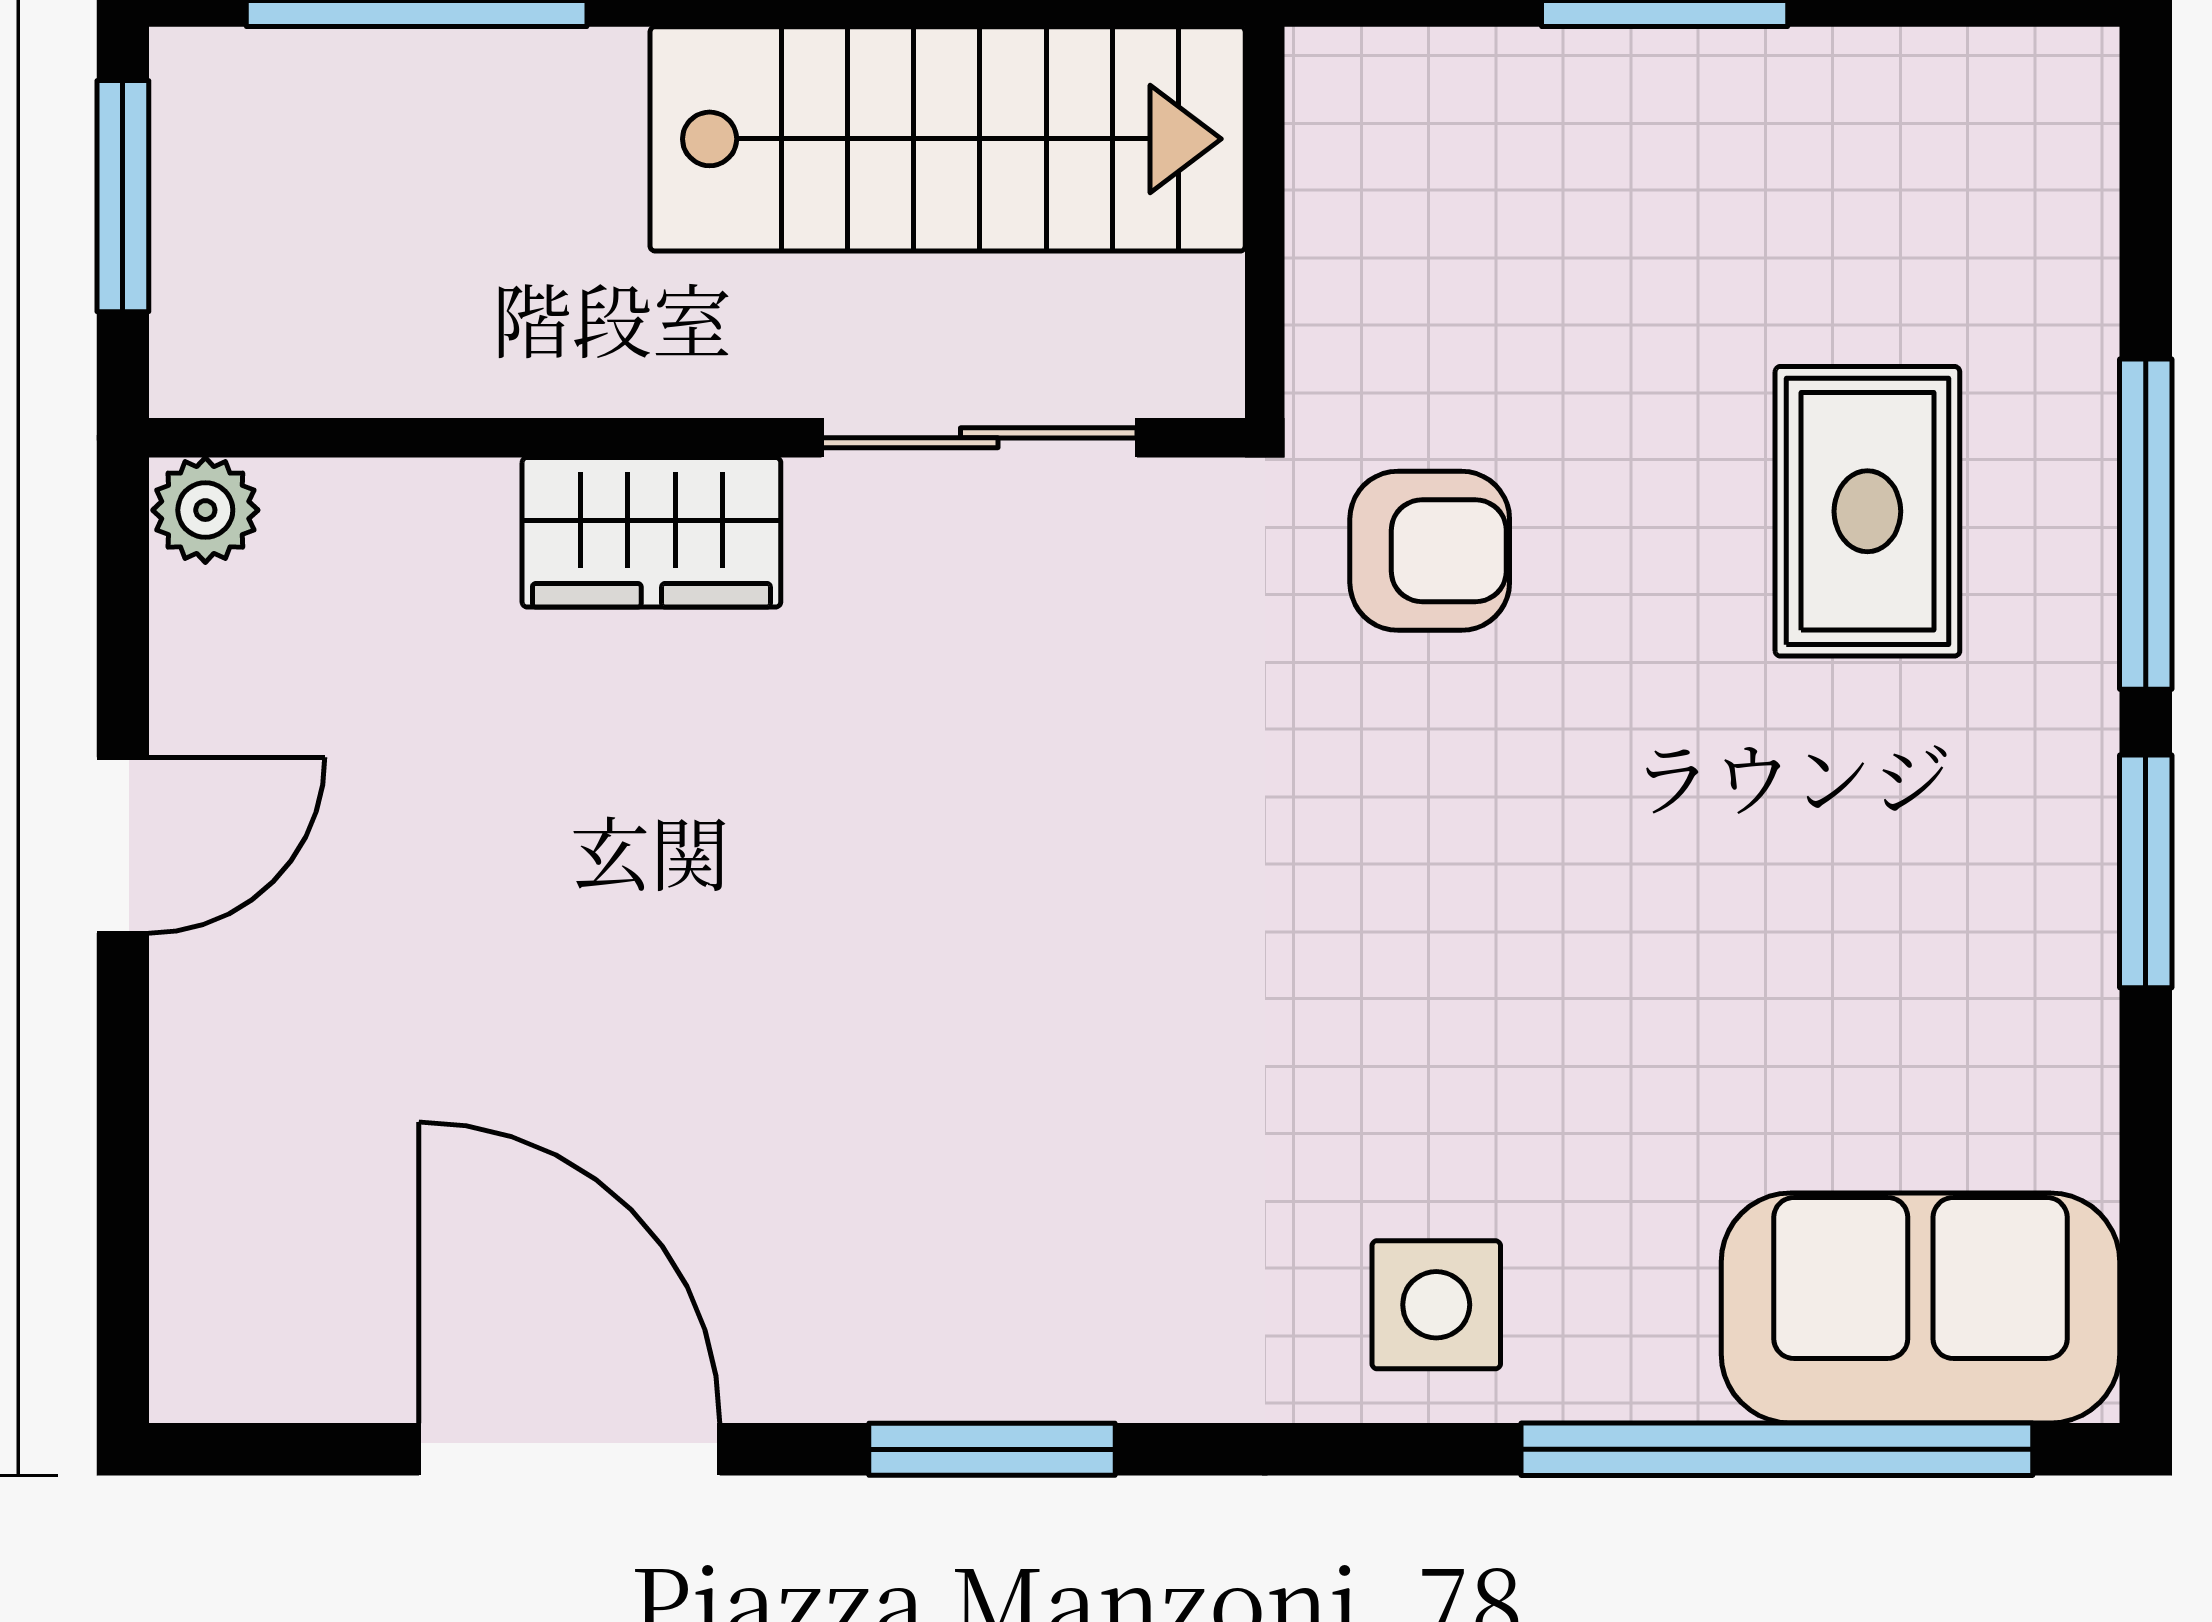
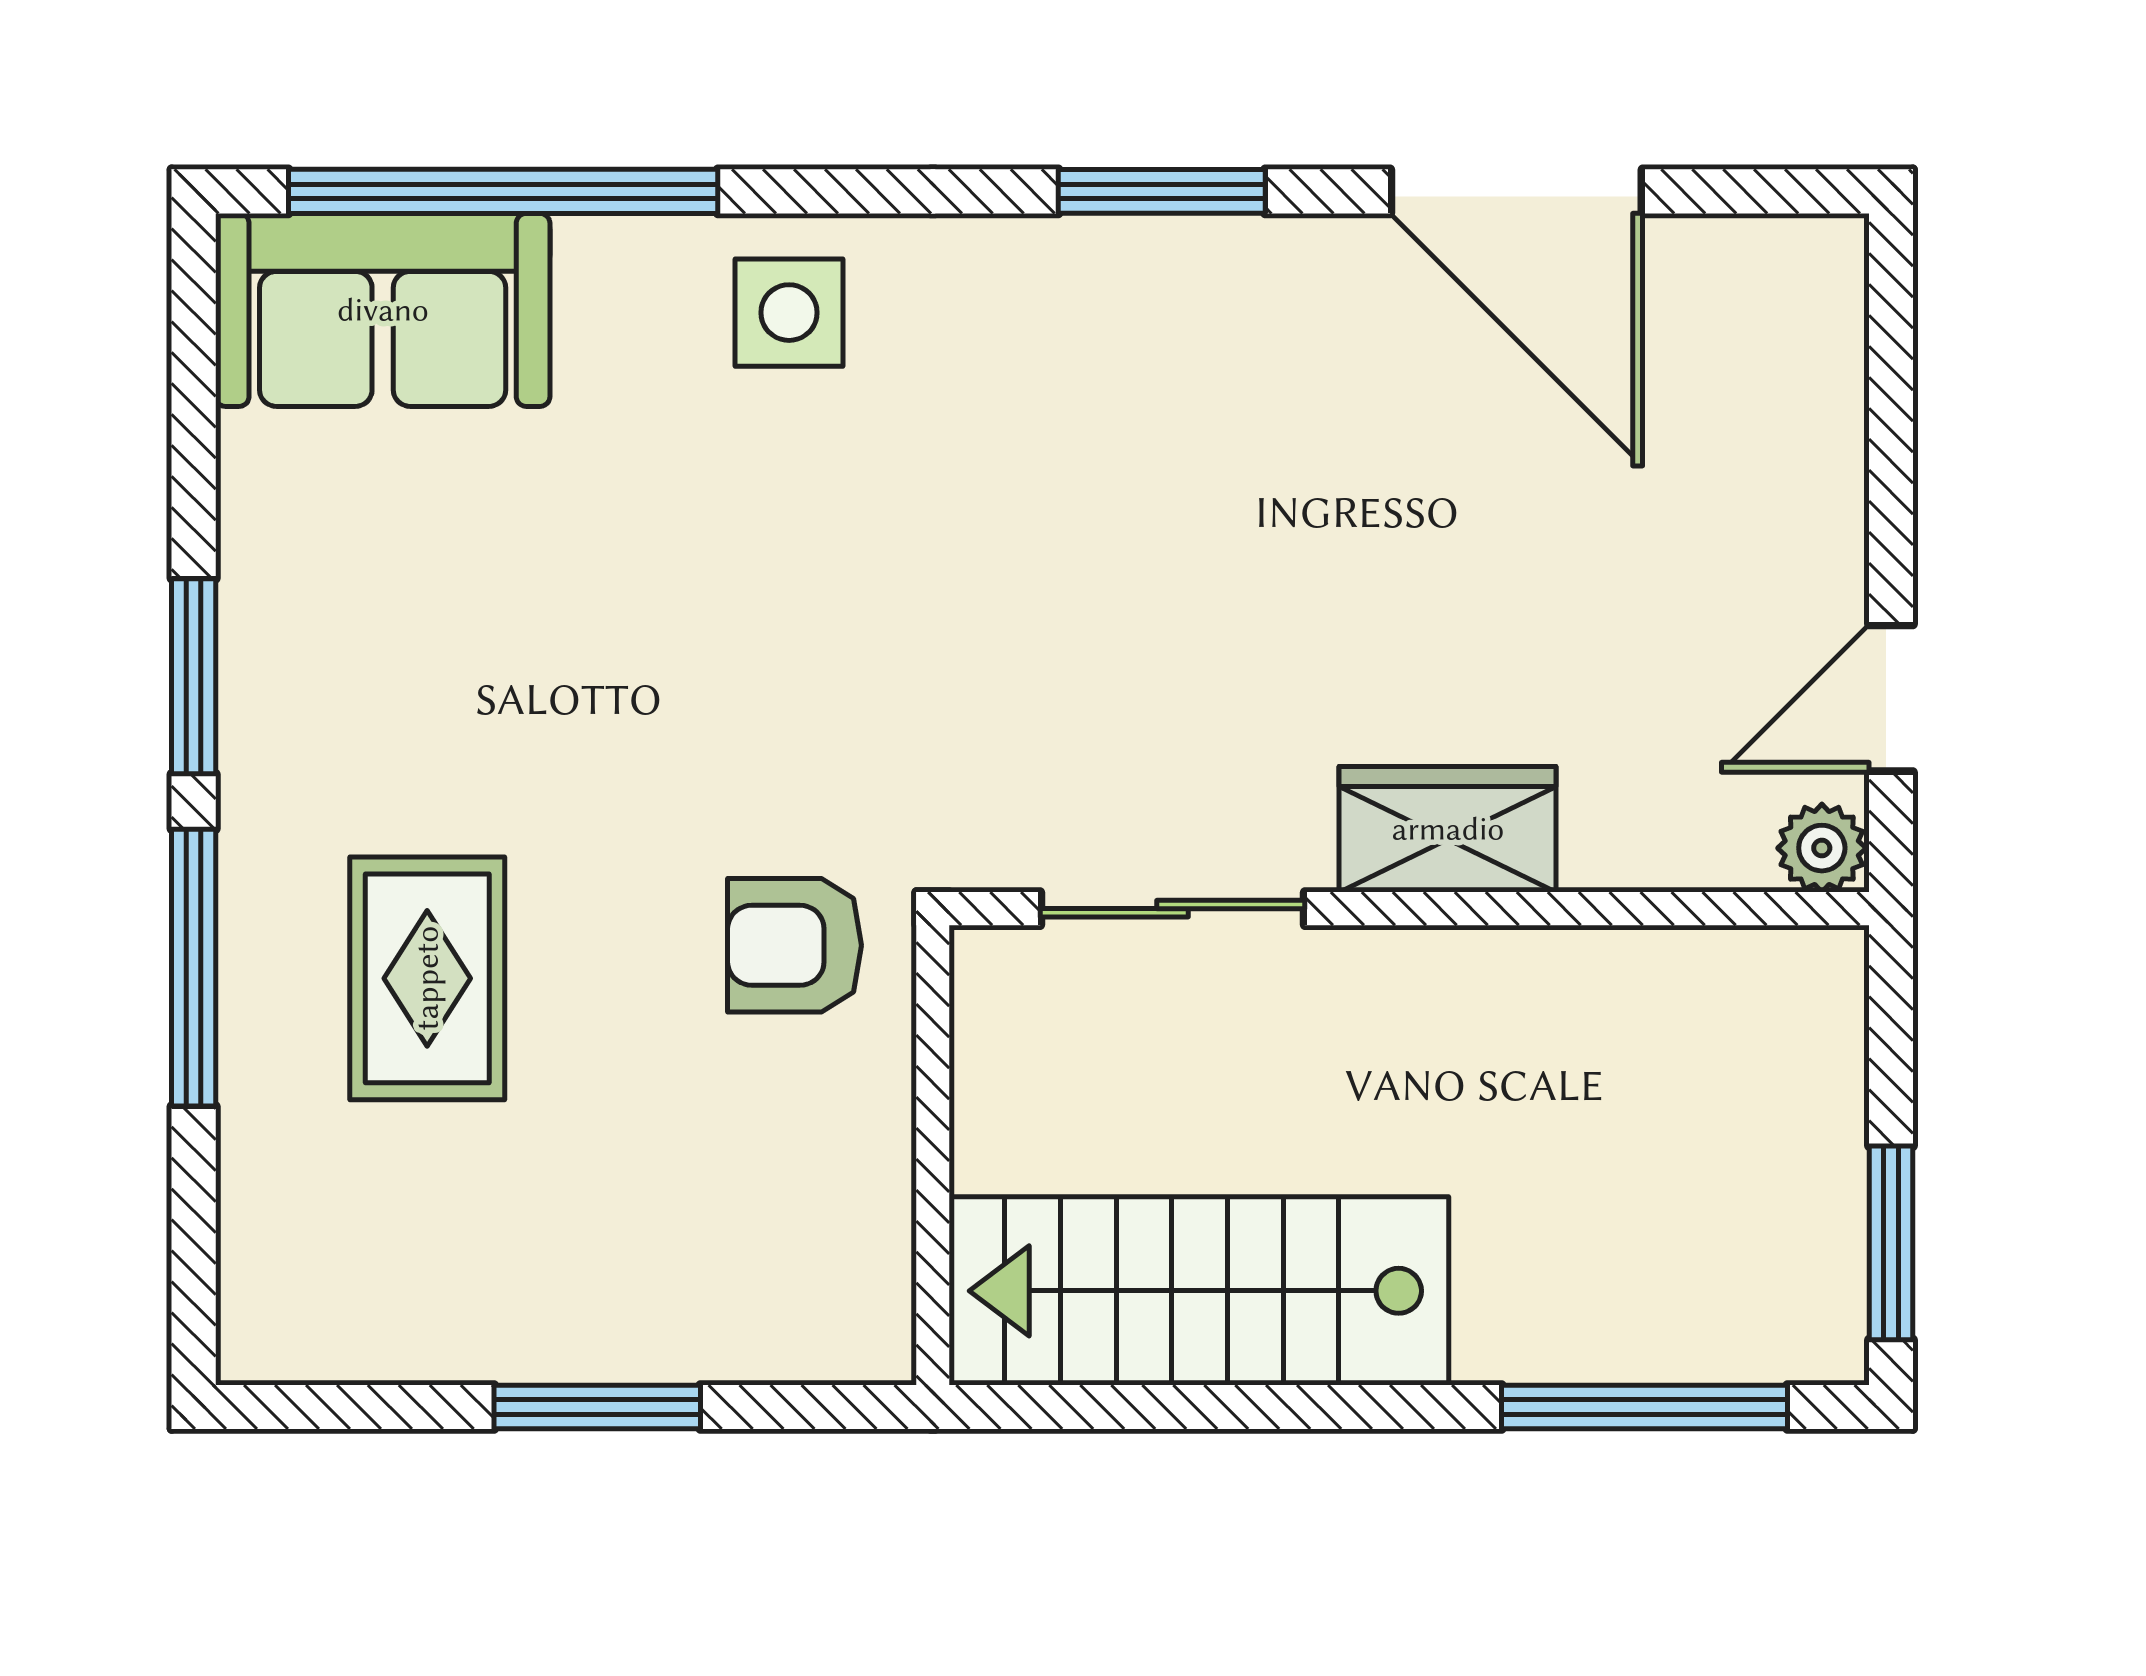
wall: (697, 438) -> (1409, 909), moved
sliding door: (979, 438) -> (1172, 909), moved
plant: (205, 510) -> (1822, 848), moved
wardrobe: (651, 532) -> (1448, 829), moved

